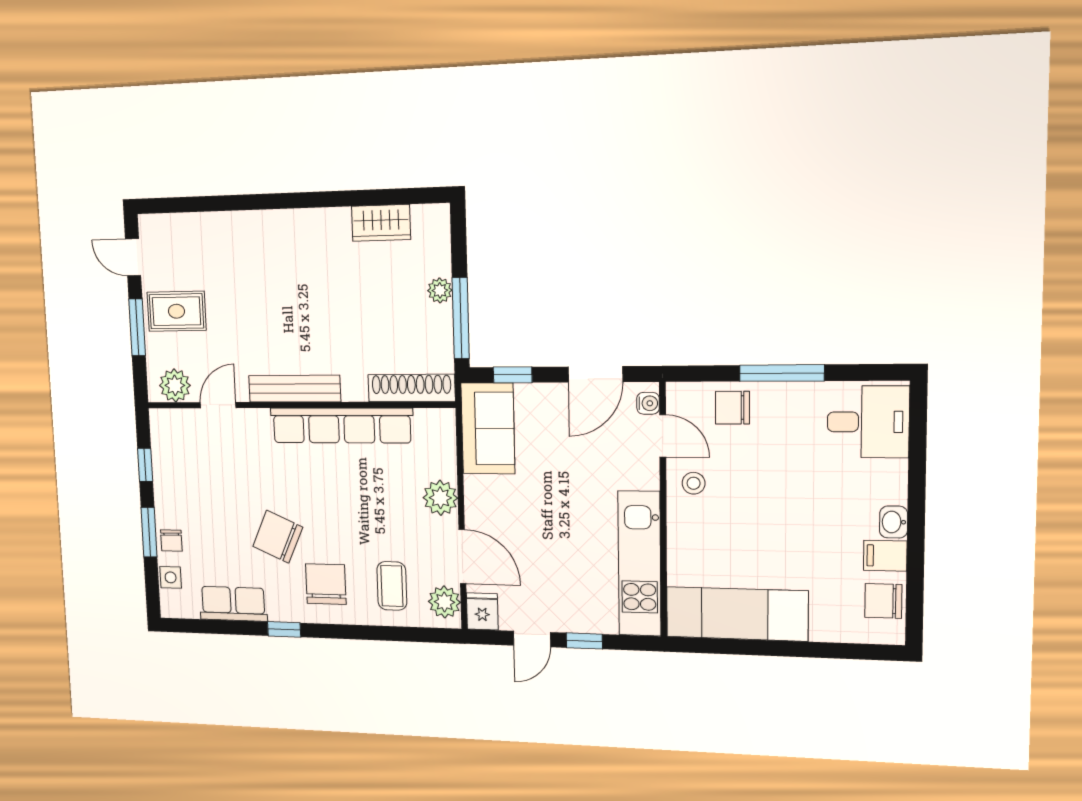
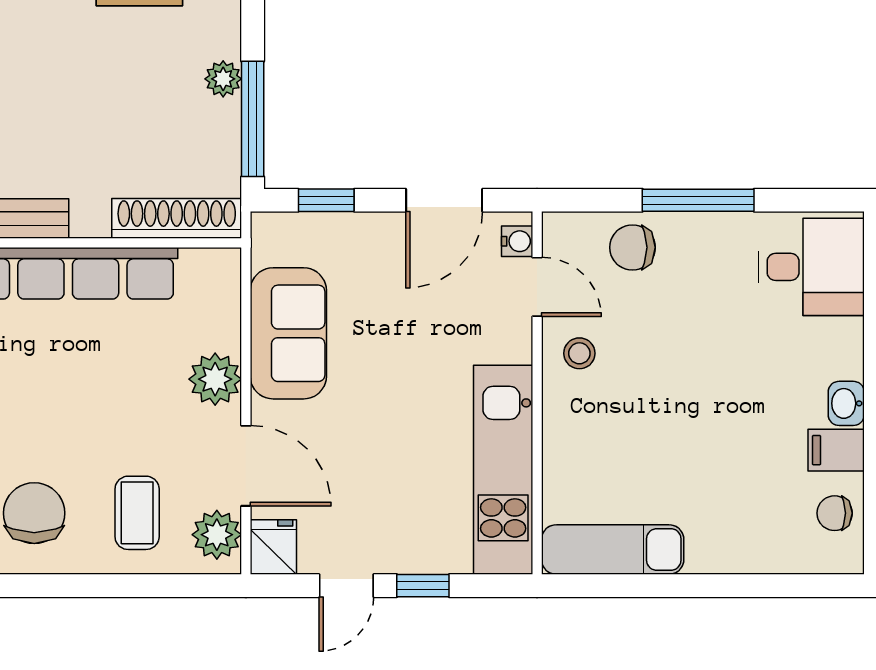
sofa: (488, 428) -> (288, 333), moved
chair: (883, 601) -> (835, 513), width x0.73, depth x0.73
exam couch: (737, 614) -> (613, 550), width x0.73, depth x0.69

